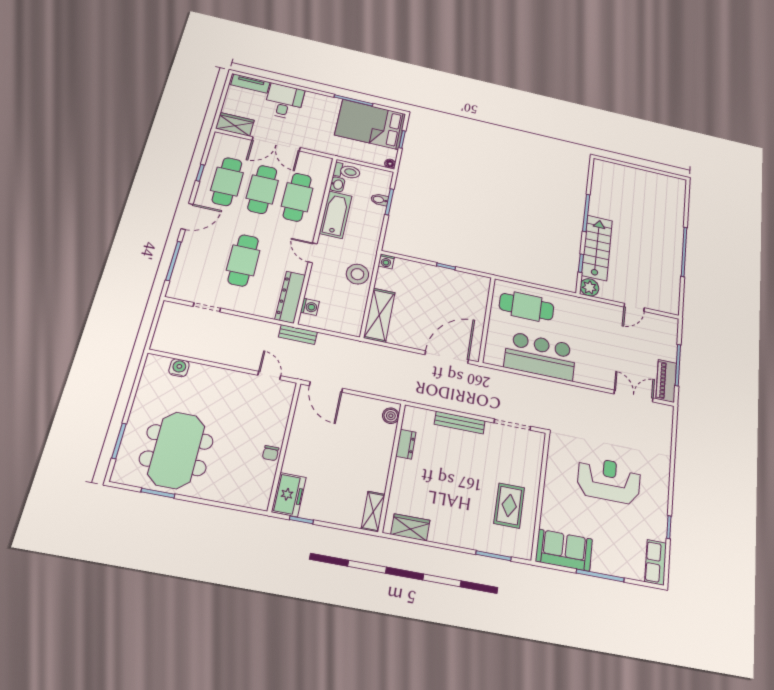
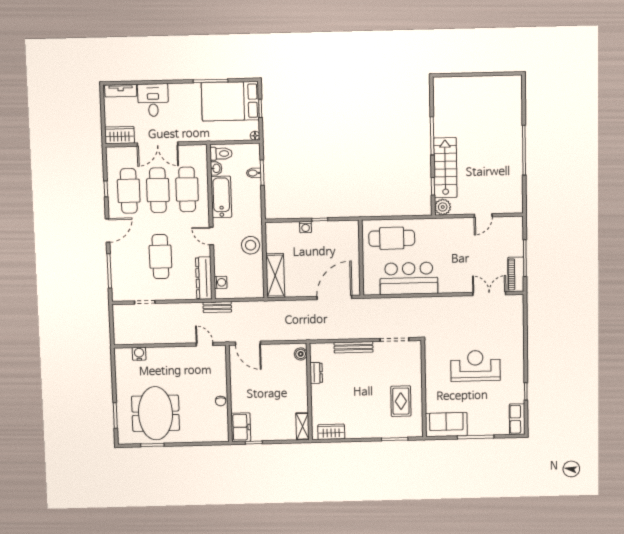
washing machine: (386, 261) -> (306, 227), moved

